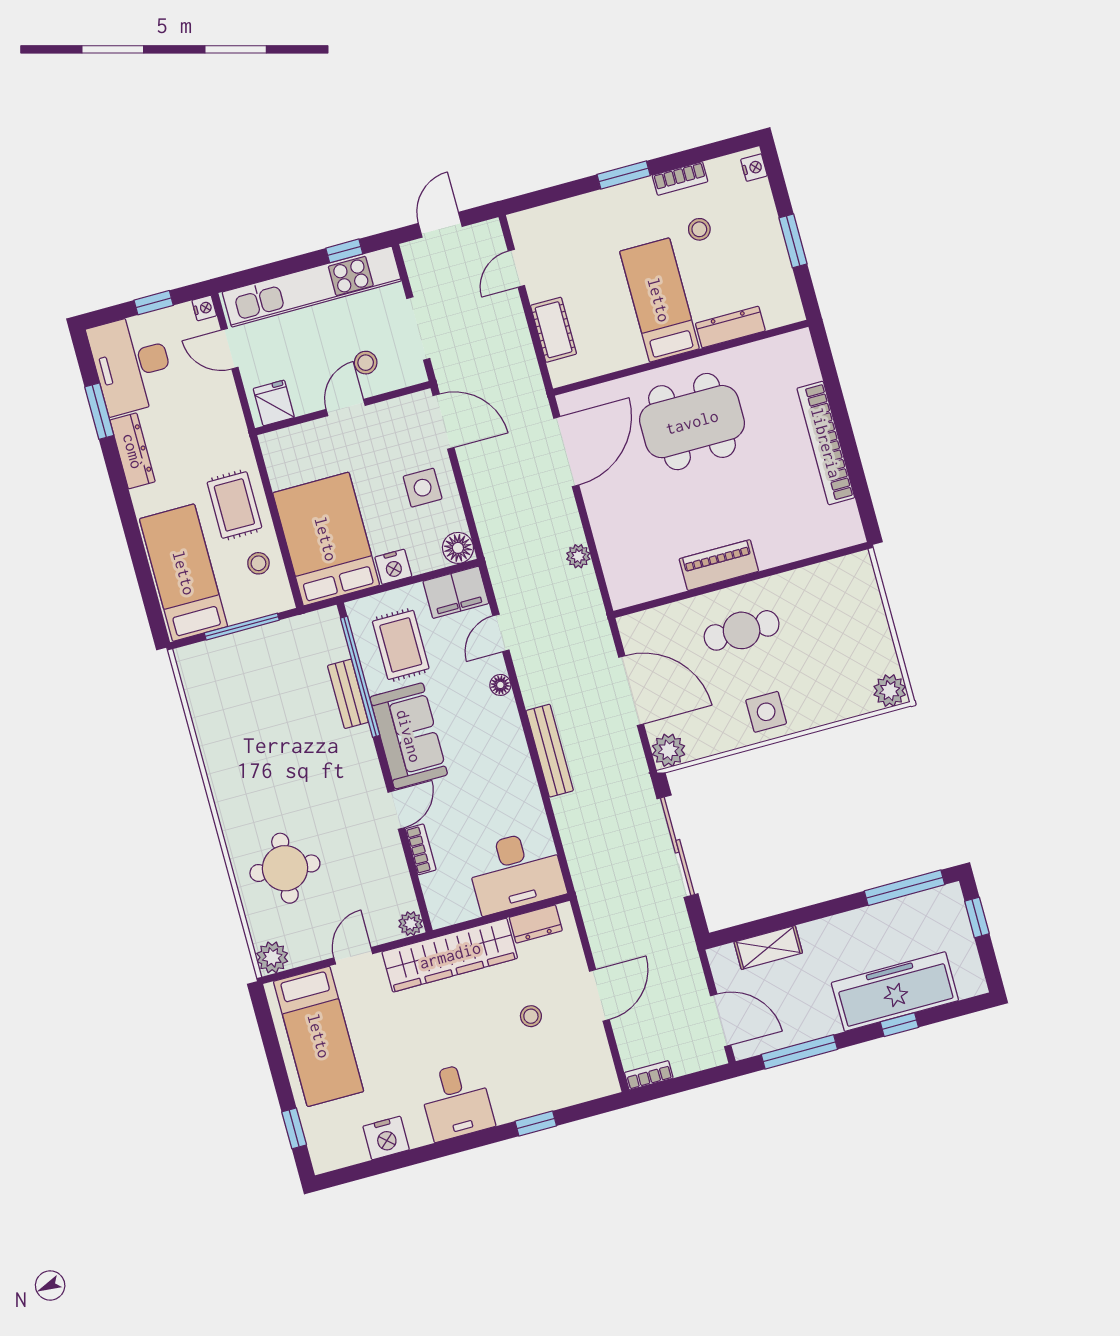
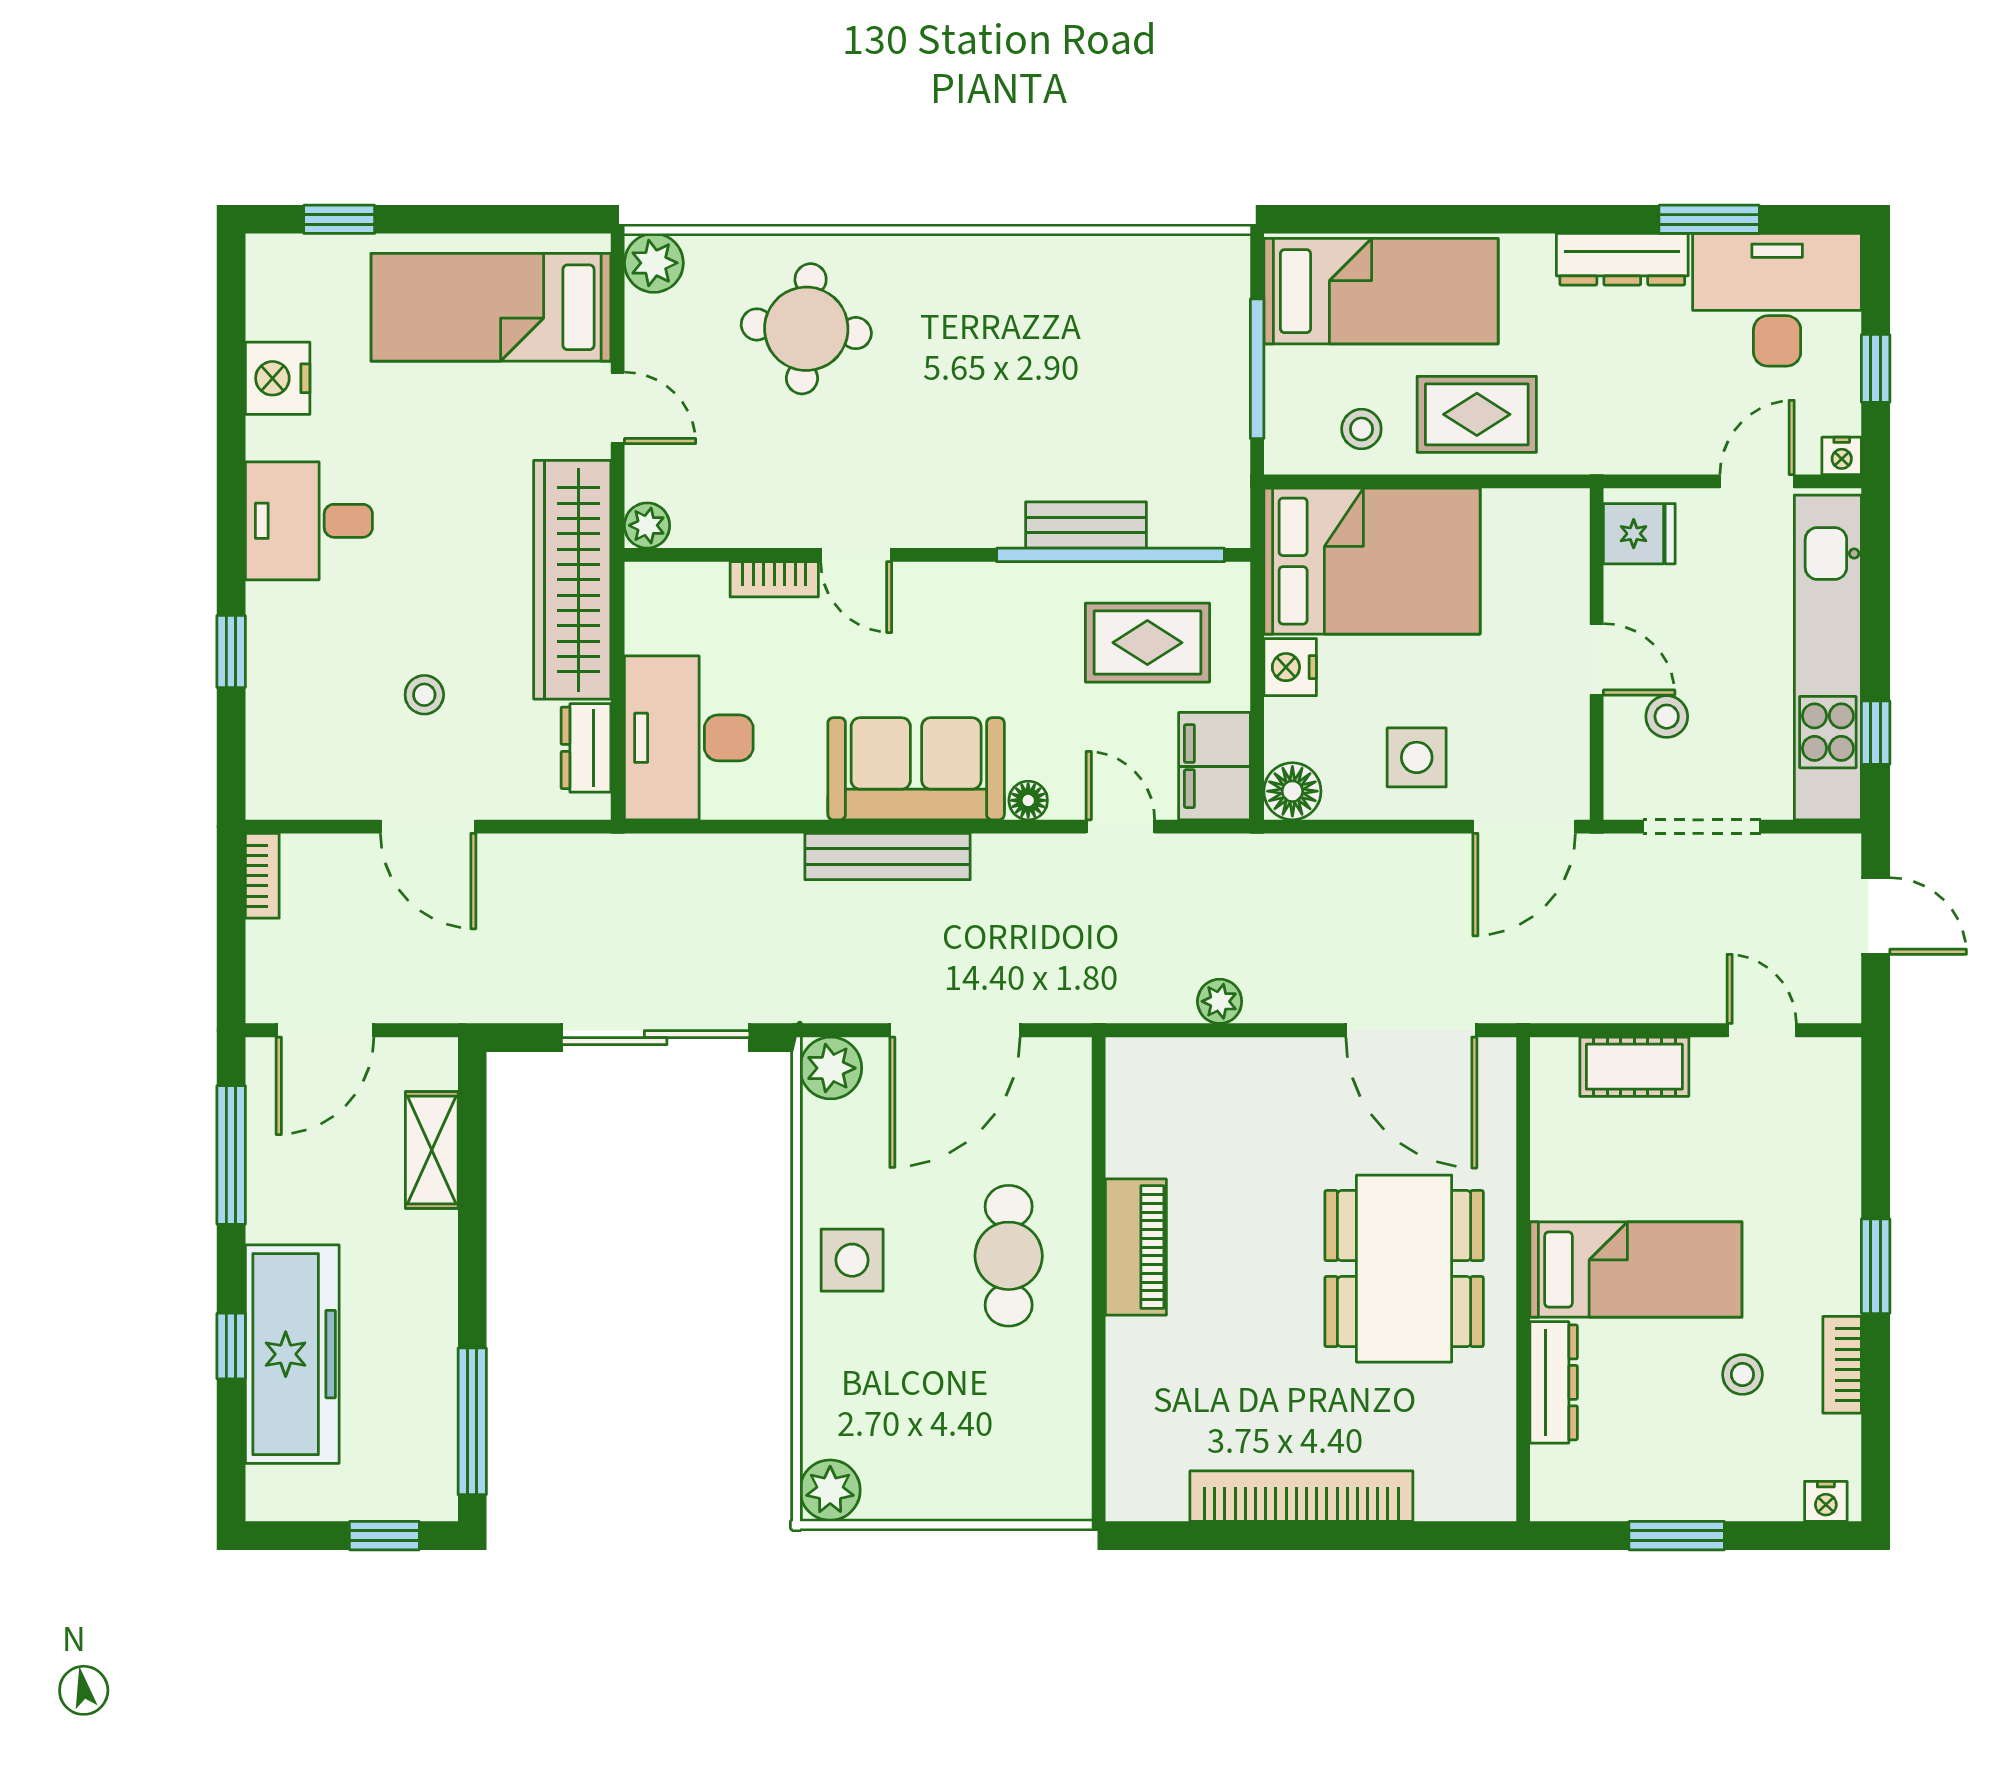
sofa: (409, 736) -> (916, 769), moved, turned 180

